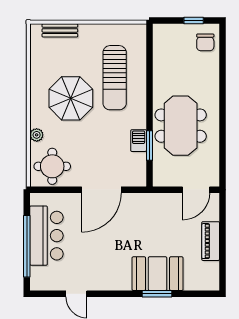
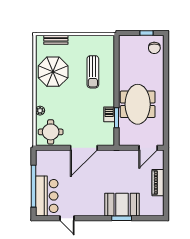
sun lounger: (115, 78) -> (93, 72), width x0.73, depth x0.75
parasol: (71, 98) -> (53, 72), moved
bar counter: (46, 236) -> (47, 196), moved

